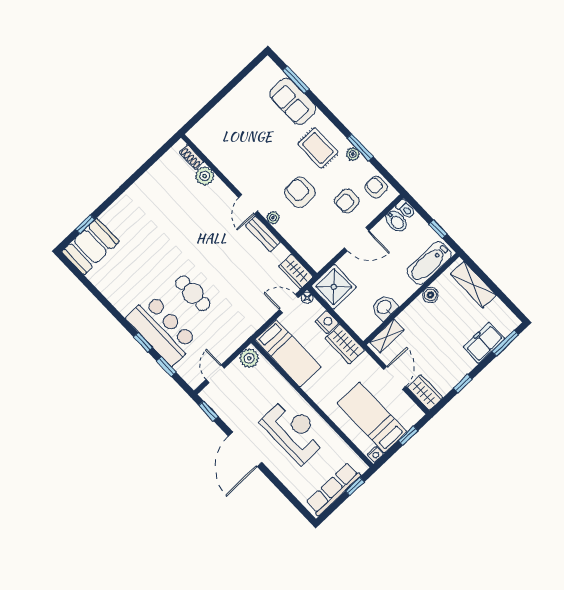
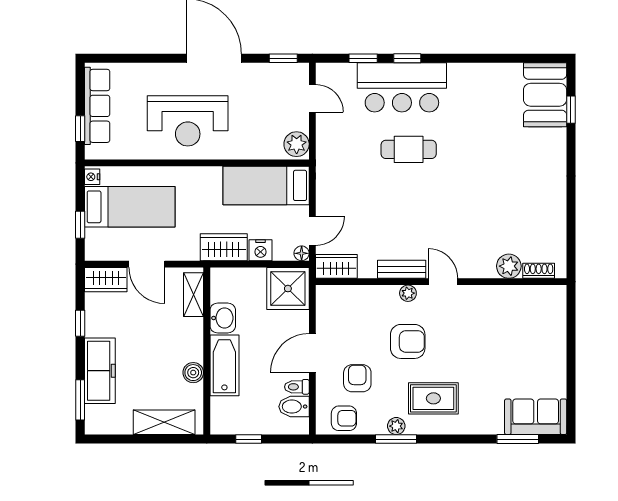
sofa: (293, 101) -> (536, 417), moved
toilet: (405, 209) -> (297, 387), moved
bathtub: (429, 263) -> (224, 365), moved
freezer: (484, 343) -> (100, 371), width x1.40

